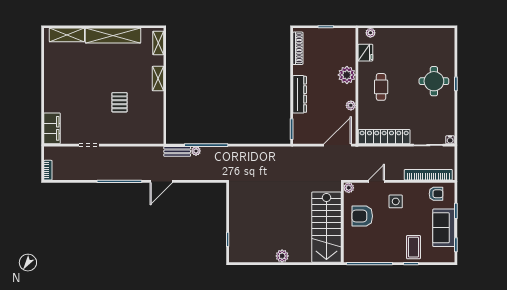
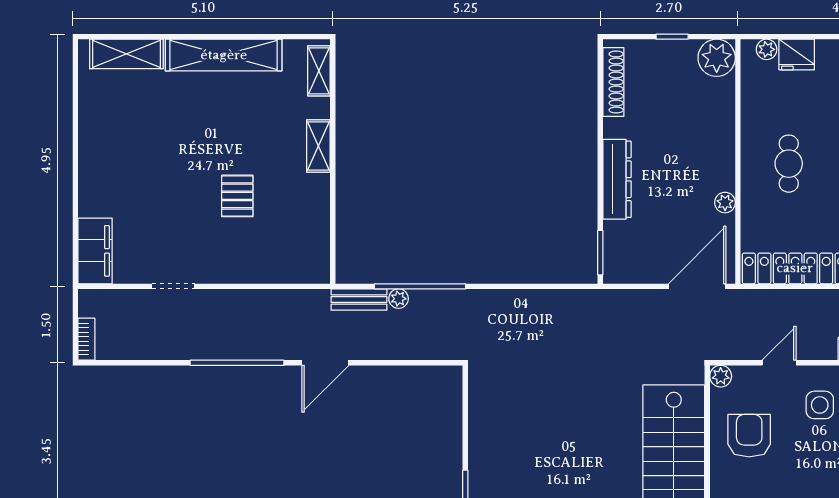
fridge: (365, 53) -> (797, 54), moved, turned 90
plant: (347, 75) -> (717, 58), moved
armchair: (362, 216) -> (749, 436), turned 90

